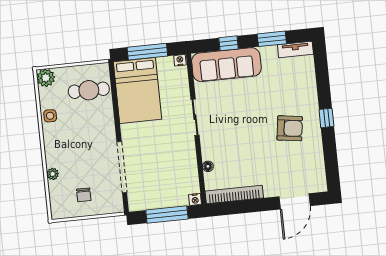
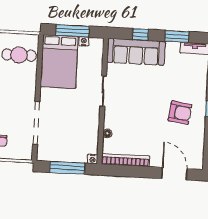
nightstand: (180, 60) -> (84, 41), moved
door: (295, 201) -> (174, 174), swing flipped

